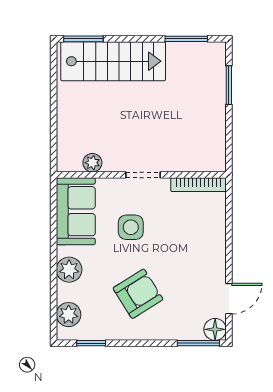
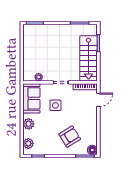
stairs: (113, 61) -> (89, 58), moved, turned 90
armchair: (138, 294) -> (70, 137), moved
door: (229, 299) -> (98, 100), moved

